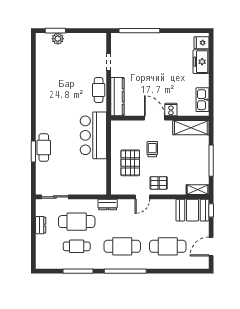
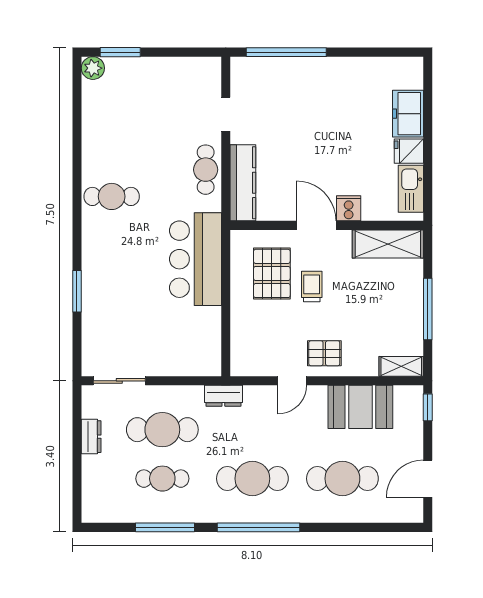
plant: (58, 39) -> (93, 68), moved
fridge: (201, 43) -> (409, 151), moved
cafe table: (44, 148) -> (112, 196), moved, turned 90
pallet: (130, 163) -> (272, 273), moved
booth: (192, 210) -> (360, 407), moved

